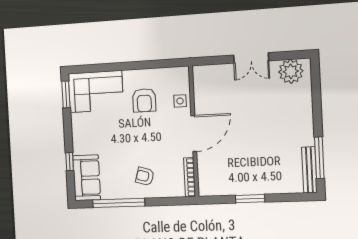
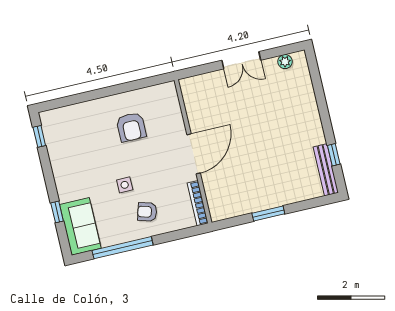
plant: (291, 71) -> (285, 62), width x0.53, depth x0.53
corner sofa: (96, 91) -> (74, 127), removed
window: (66, 94) -> (39, 136), width x0.67
side table: (180, 101) -> (125, 185), moved
window: (319, 158) -> (334, 155), width x0.46

